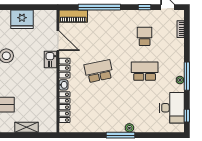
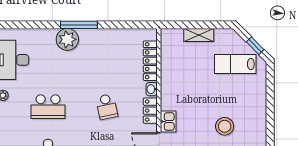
school desk: (99, 71) -> (107, 107), width x0.54
plant: (129, 128) -> (67, 39), width x1.88, depth x1.88

